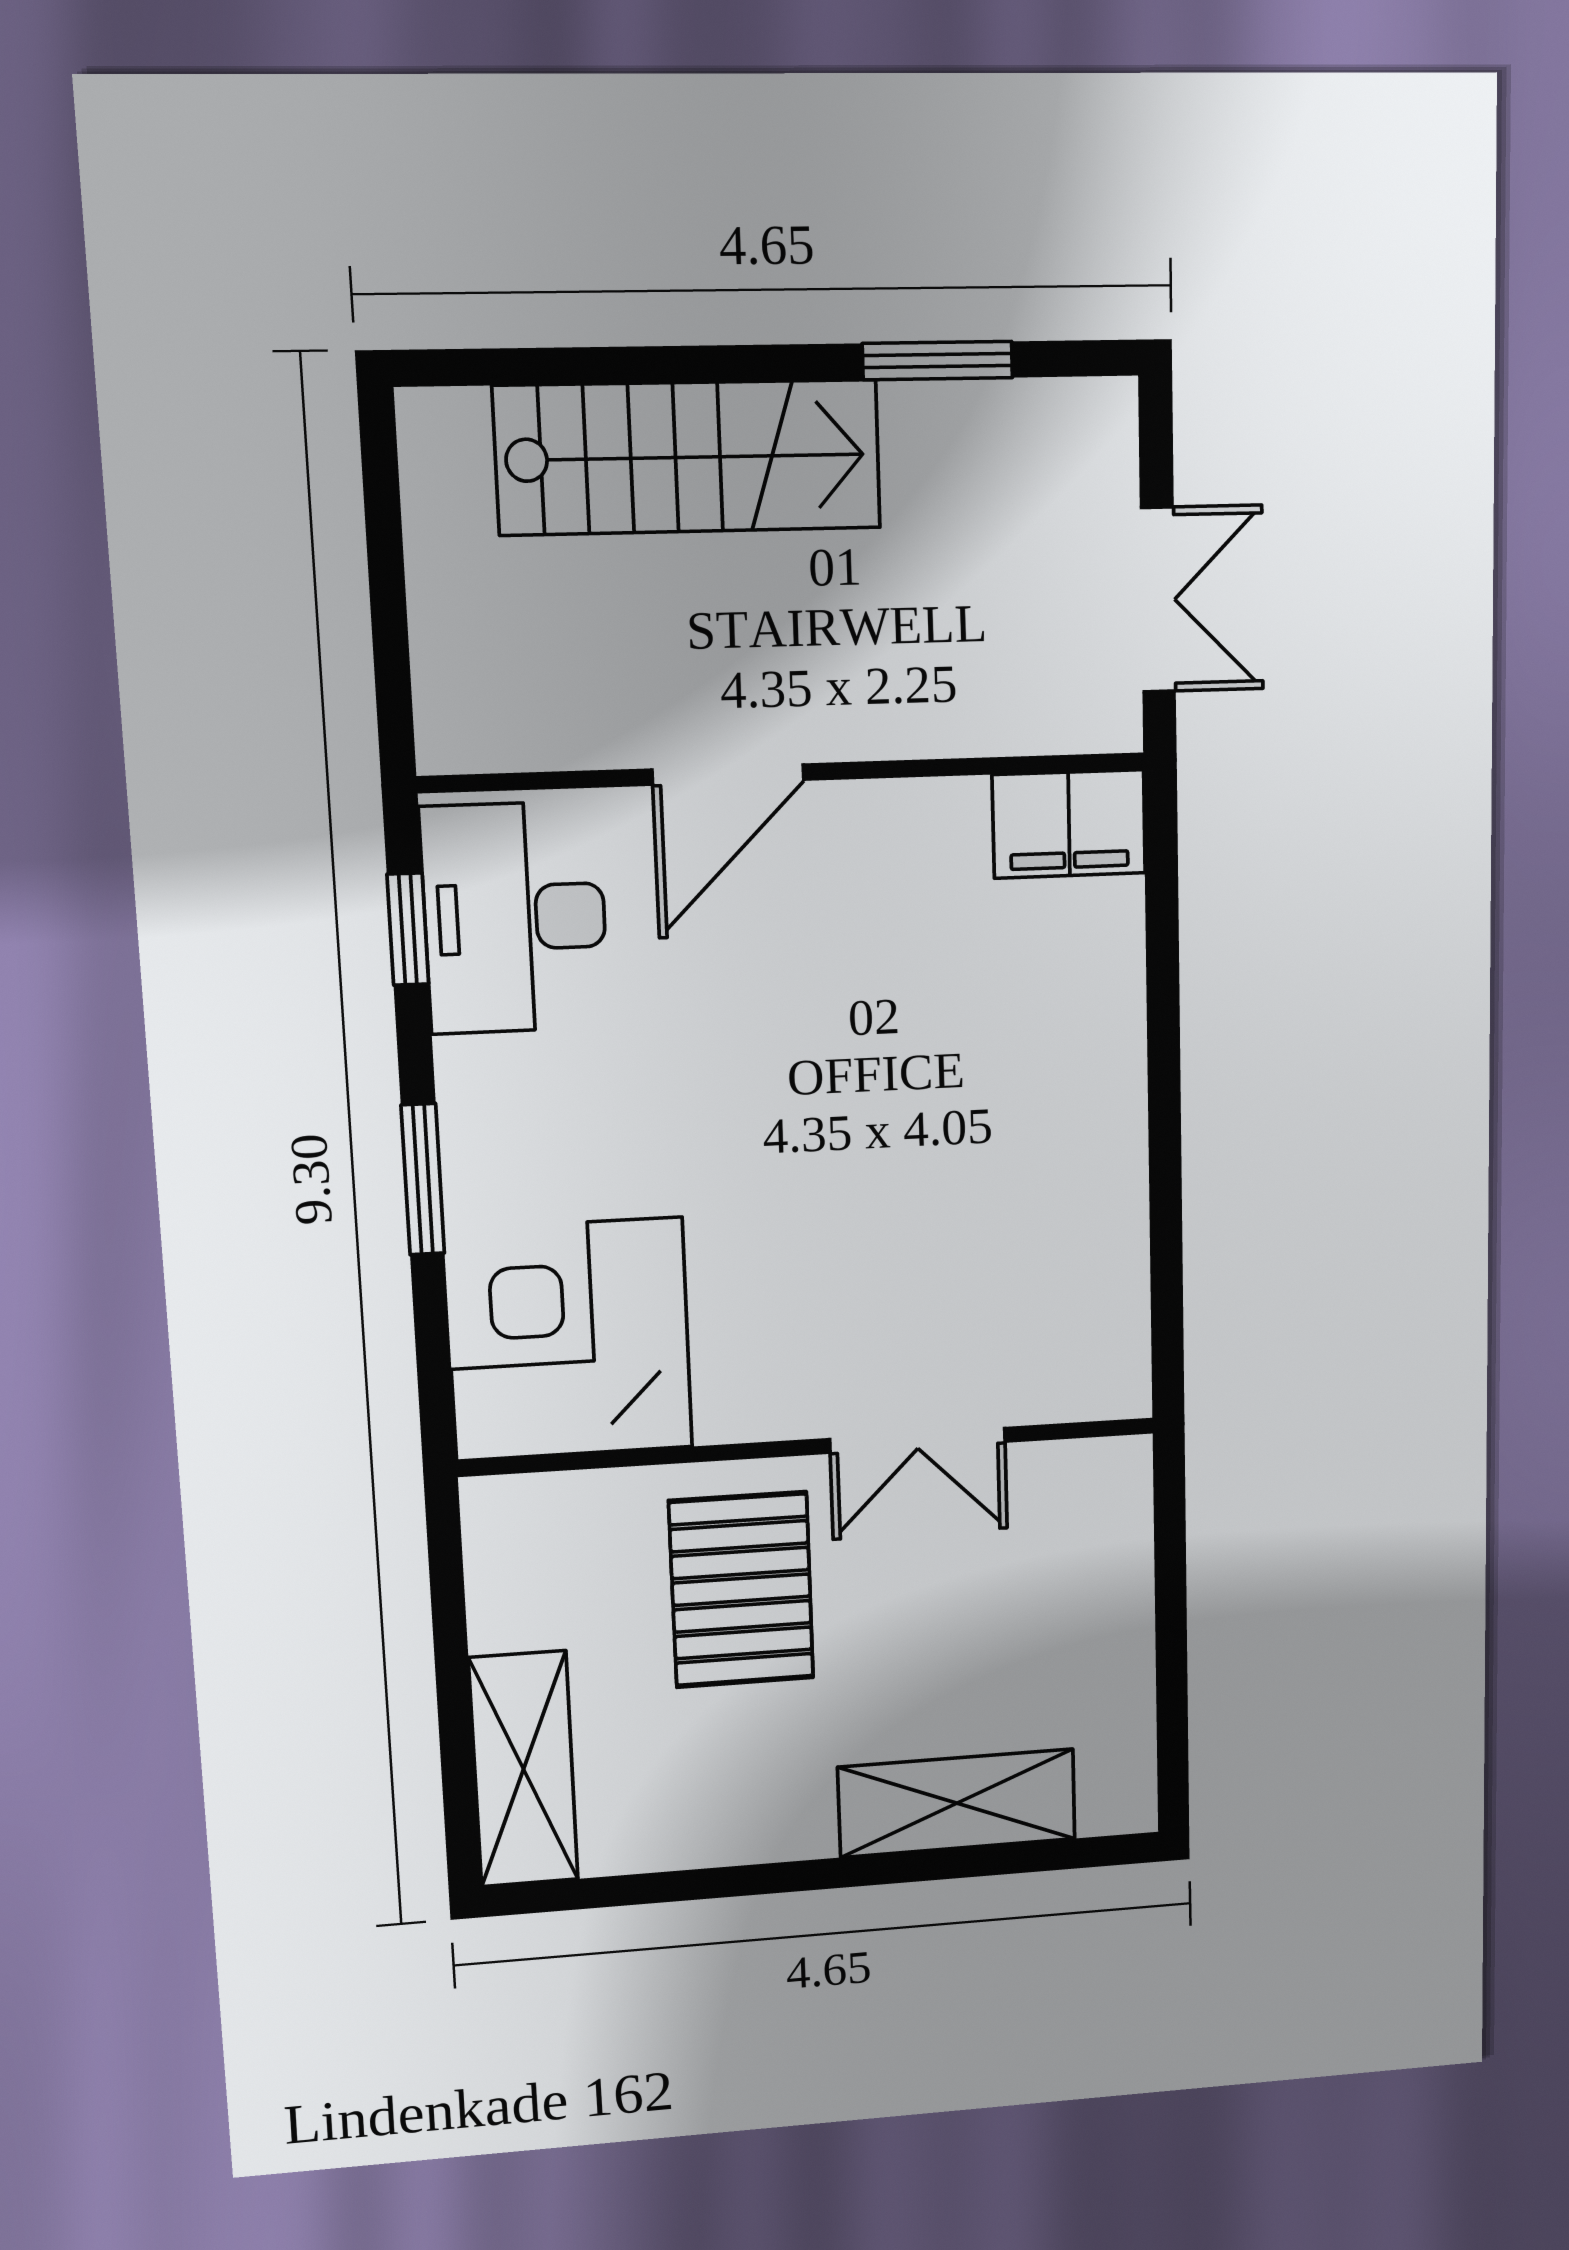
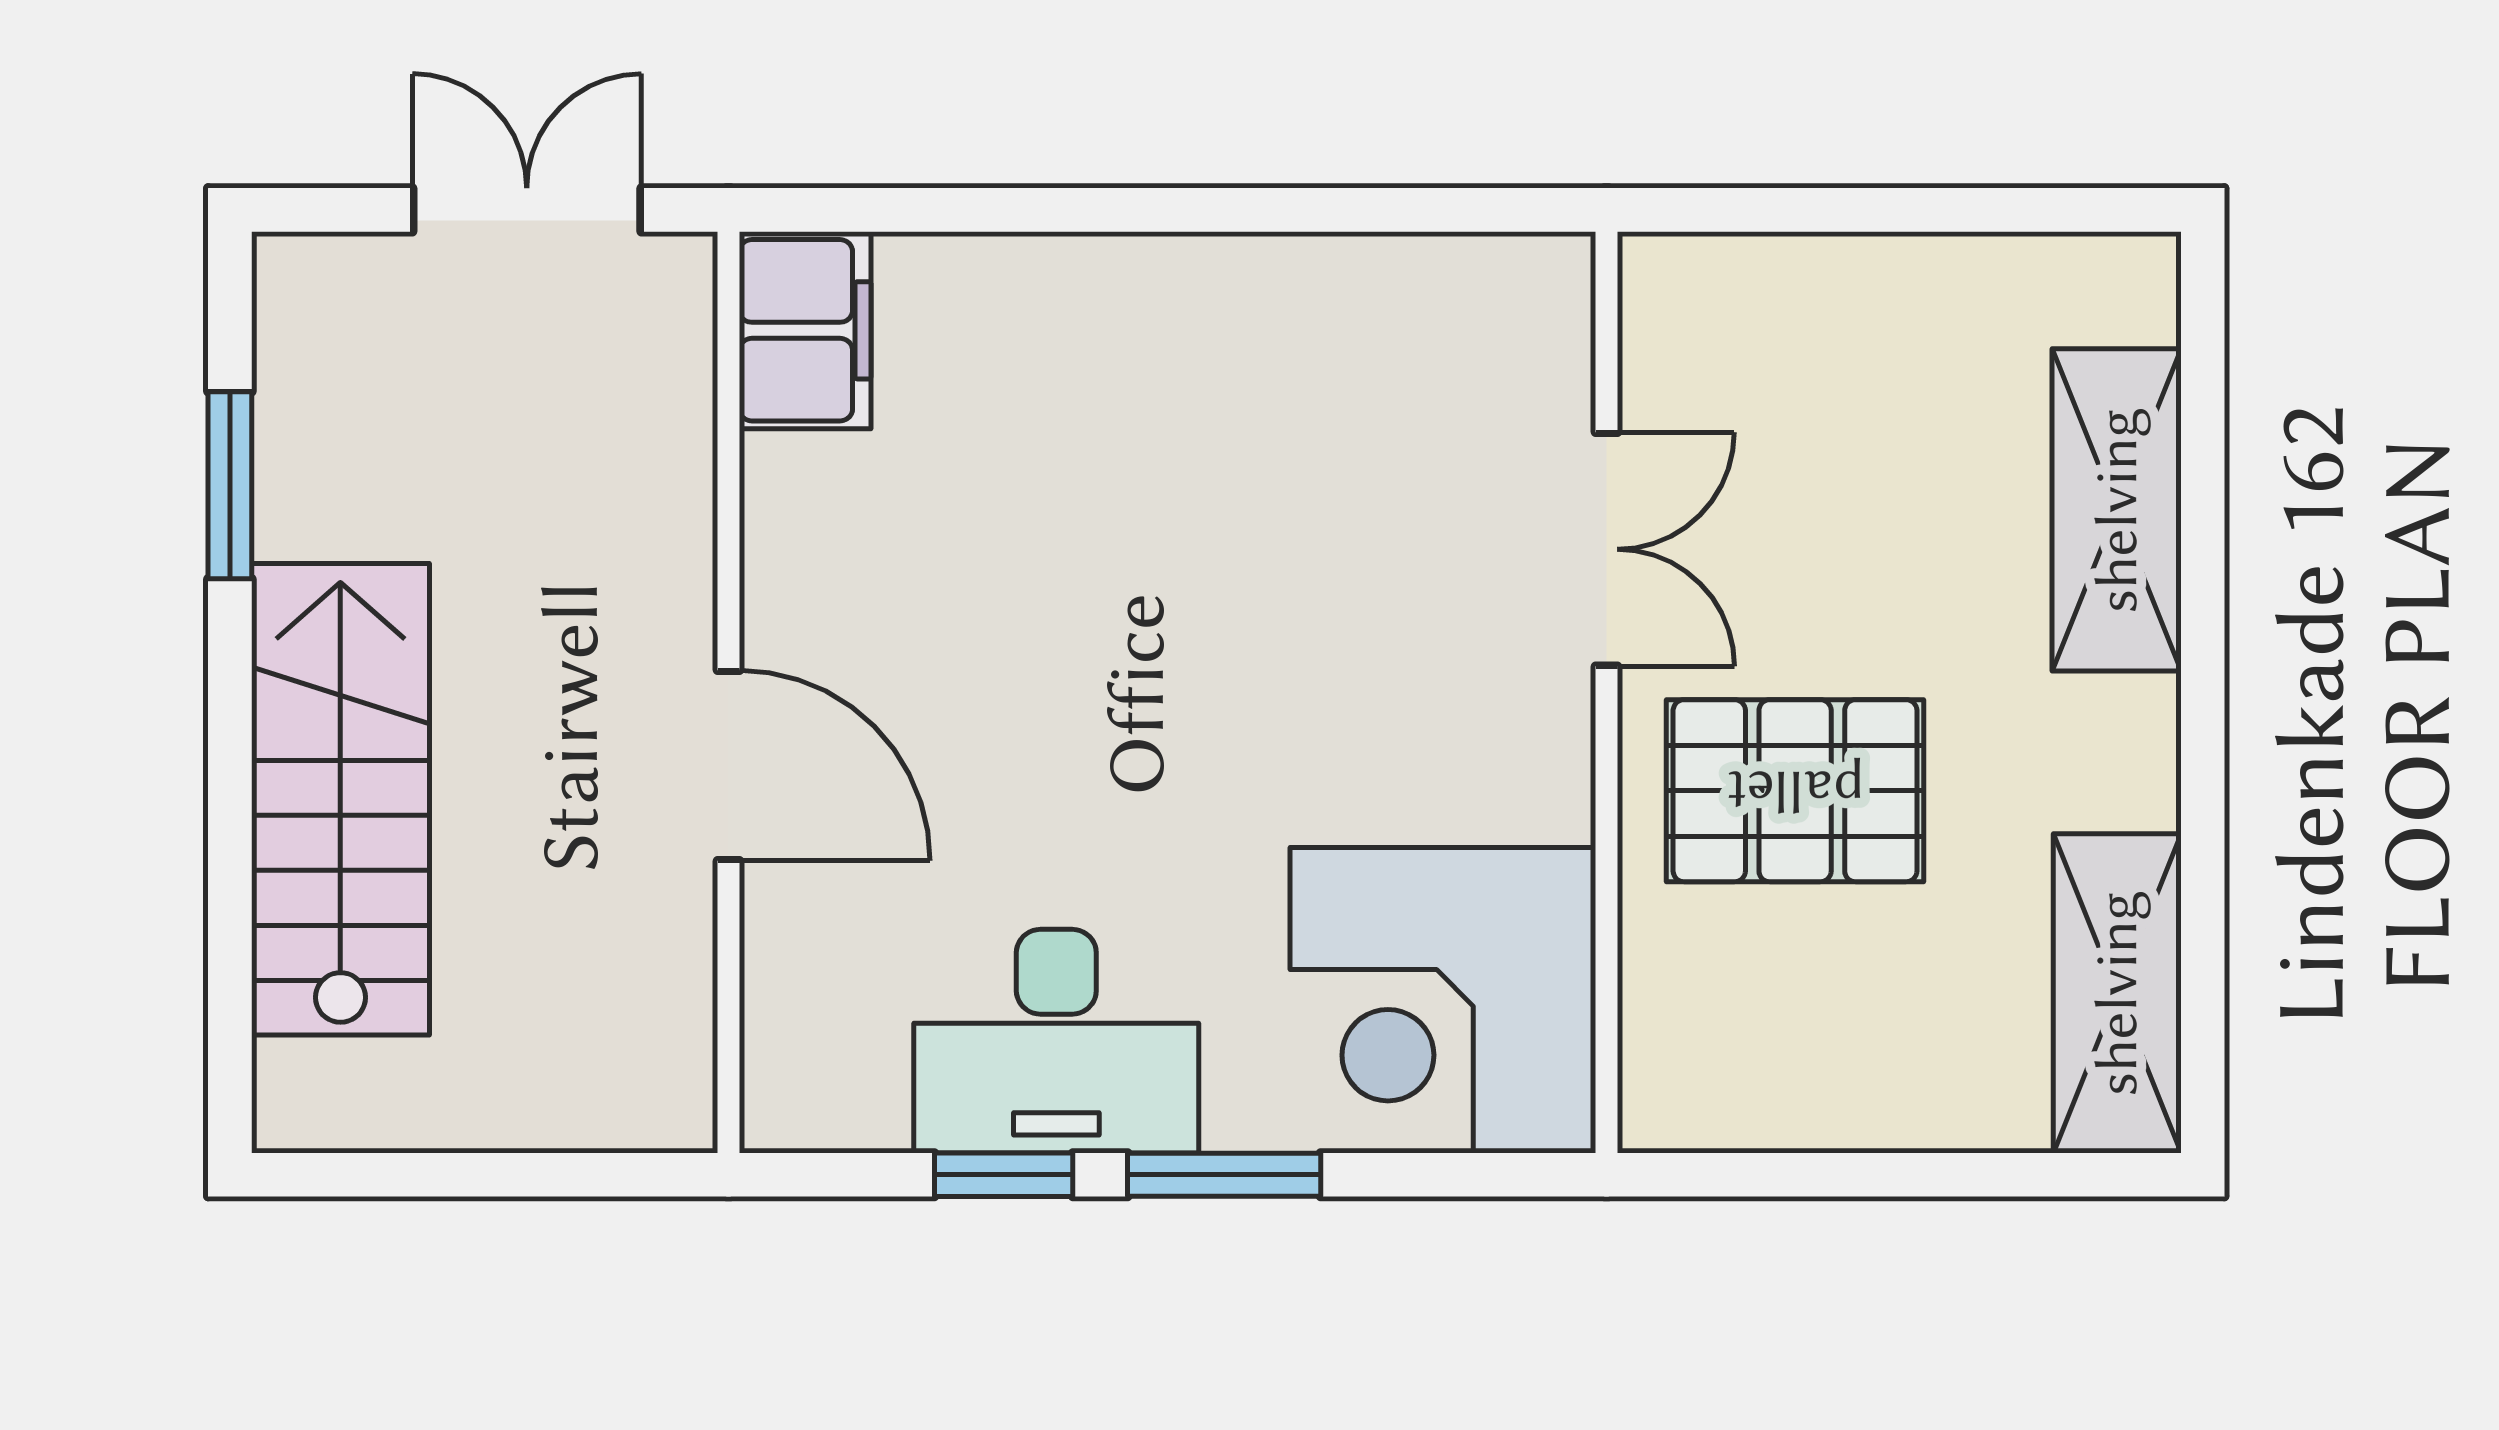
desk: (515, 918) -> (1056, 1041), moved
window: (408, 929) -> (1004, 1175), moved
shelving: (524, 1769) -> (2117, 993), moved, turned 90

